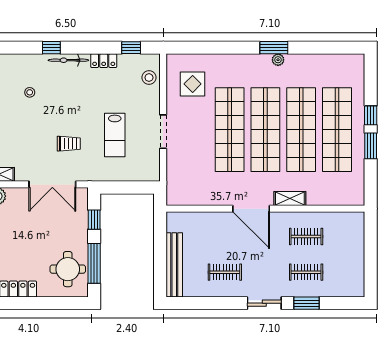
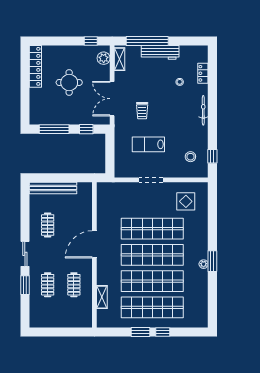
window: (51, 48) -> (212, 98), removed
locker: (104, 61) -> (203, 73), moved
stool: (149, 78) -> (190, 157), moved
shelving: (290, 198) -> (102, 297), moved
round table: (68, 269) -> (69, 82), moved

